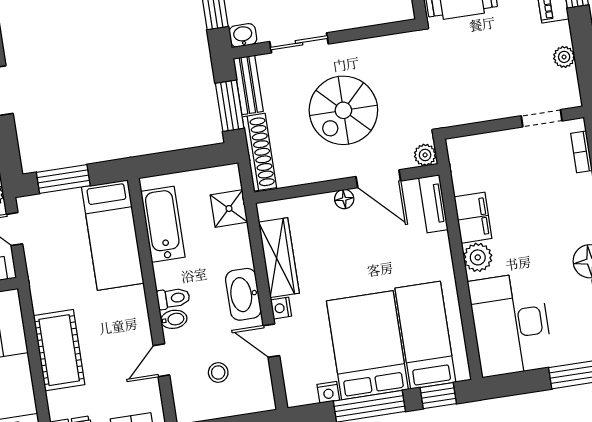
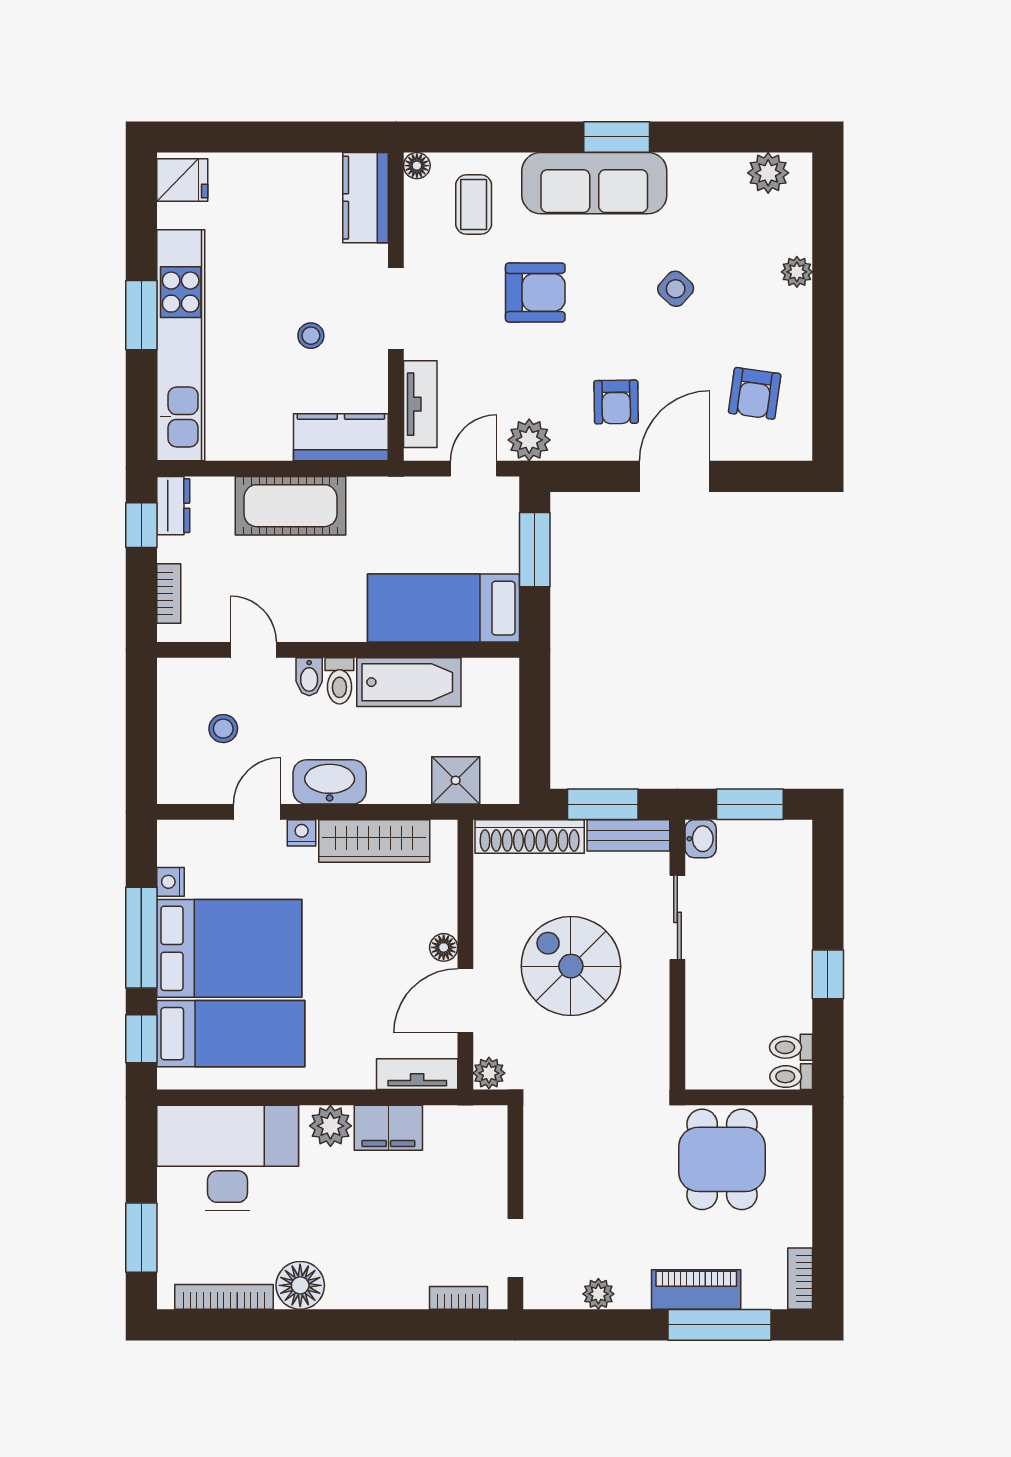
bathtub: (163, 224) -> (409, 682), moved

